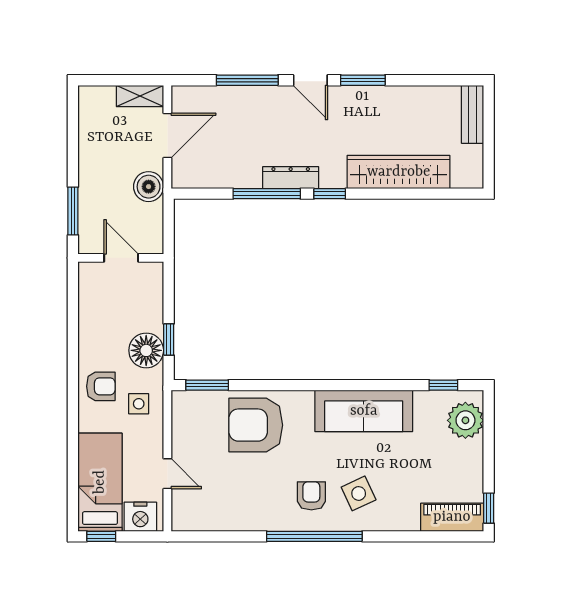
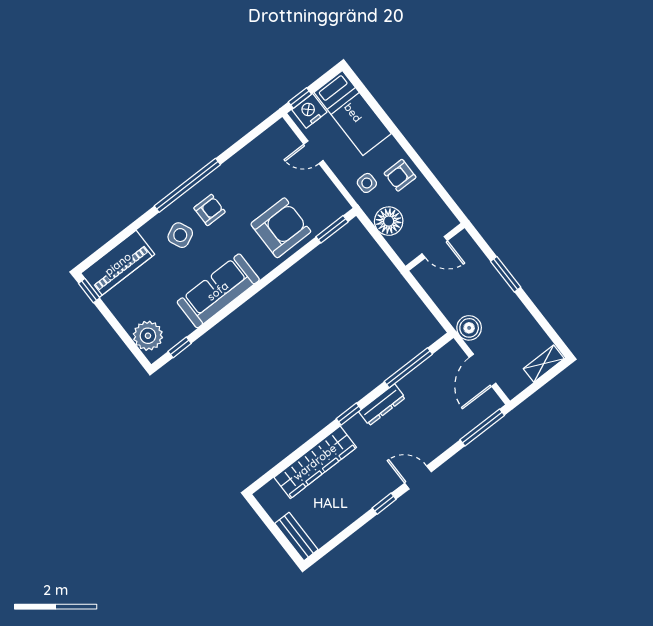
window: (247, 80) -> (482, 428), moved
window: (363, 80) -> (384, 504), width x0.67
shelving: (140, 96) -> (544, 364), moved
window: (267, 194) -> (408, 368), moved
door: (121, 258) -> (435, 247), moved
wall: (121, 258) -> (435, 247), moved
window: (169, 340) -> (380, 239), removed
armchair: (311, 496) -> (209, 210), turned -90
piano: (452, 517) -> (118, 264), width x1.37, depth x1.33
window: (101, 536) -> (300, 98), moved

